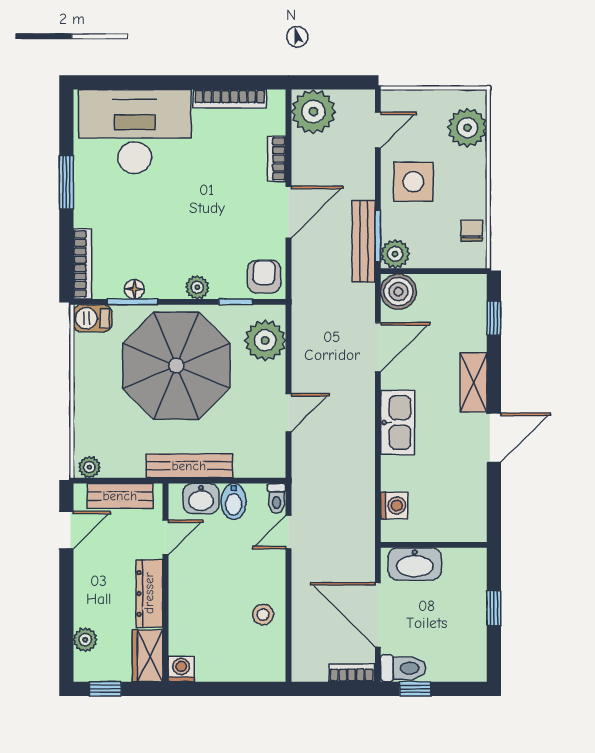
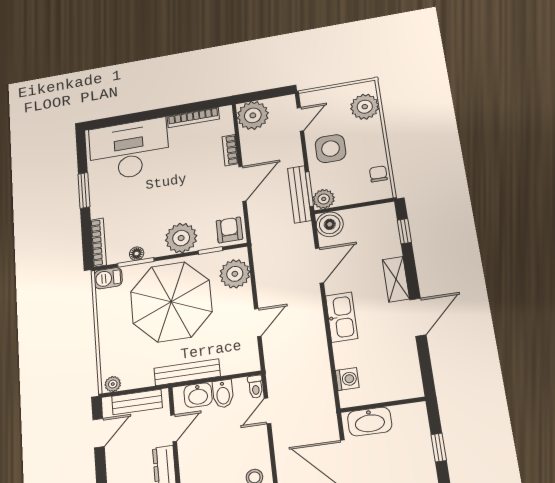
plant: (197, 287) -> (181, 238), width x1.87, depth x1.87

